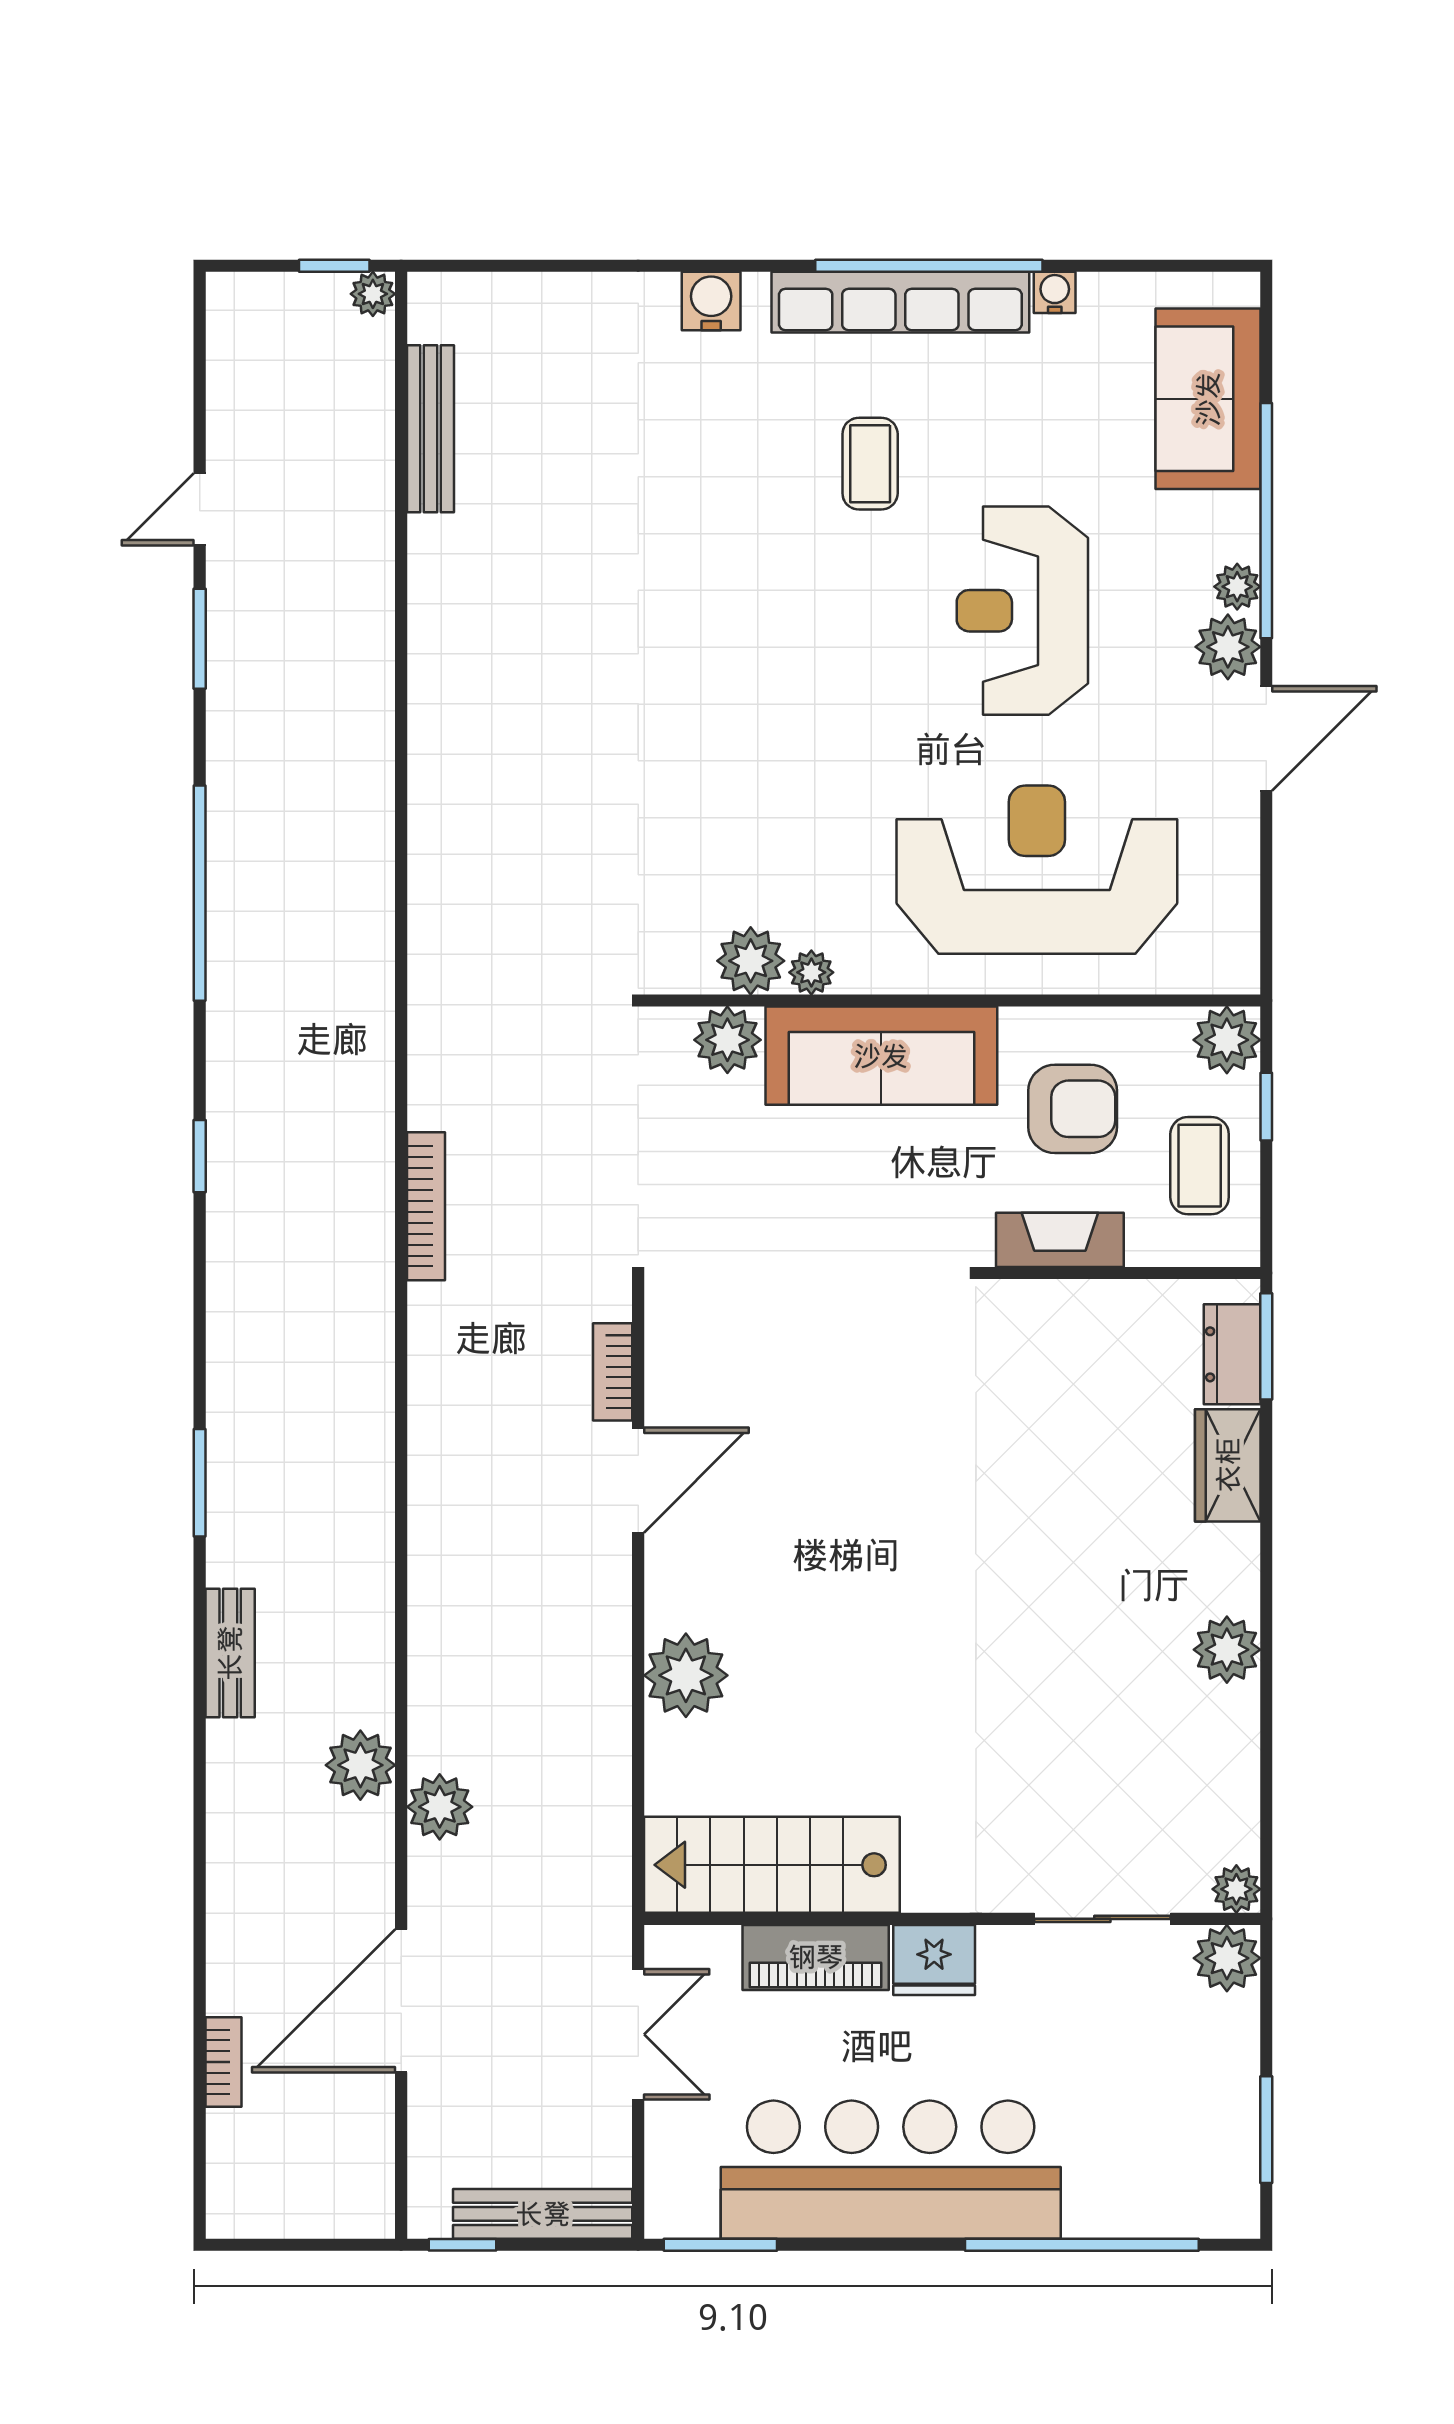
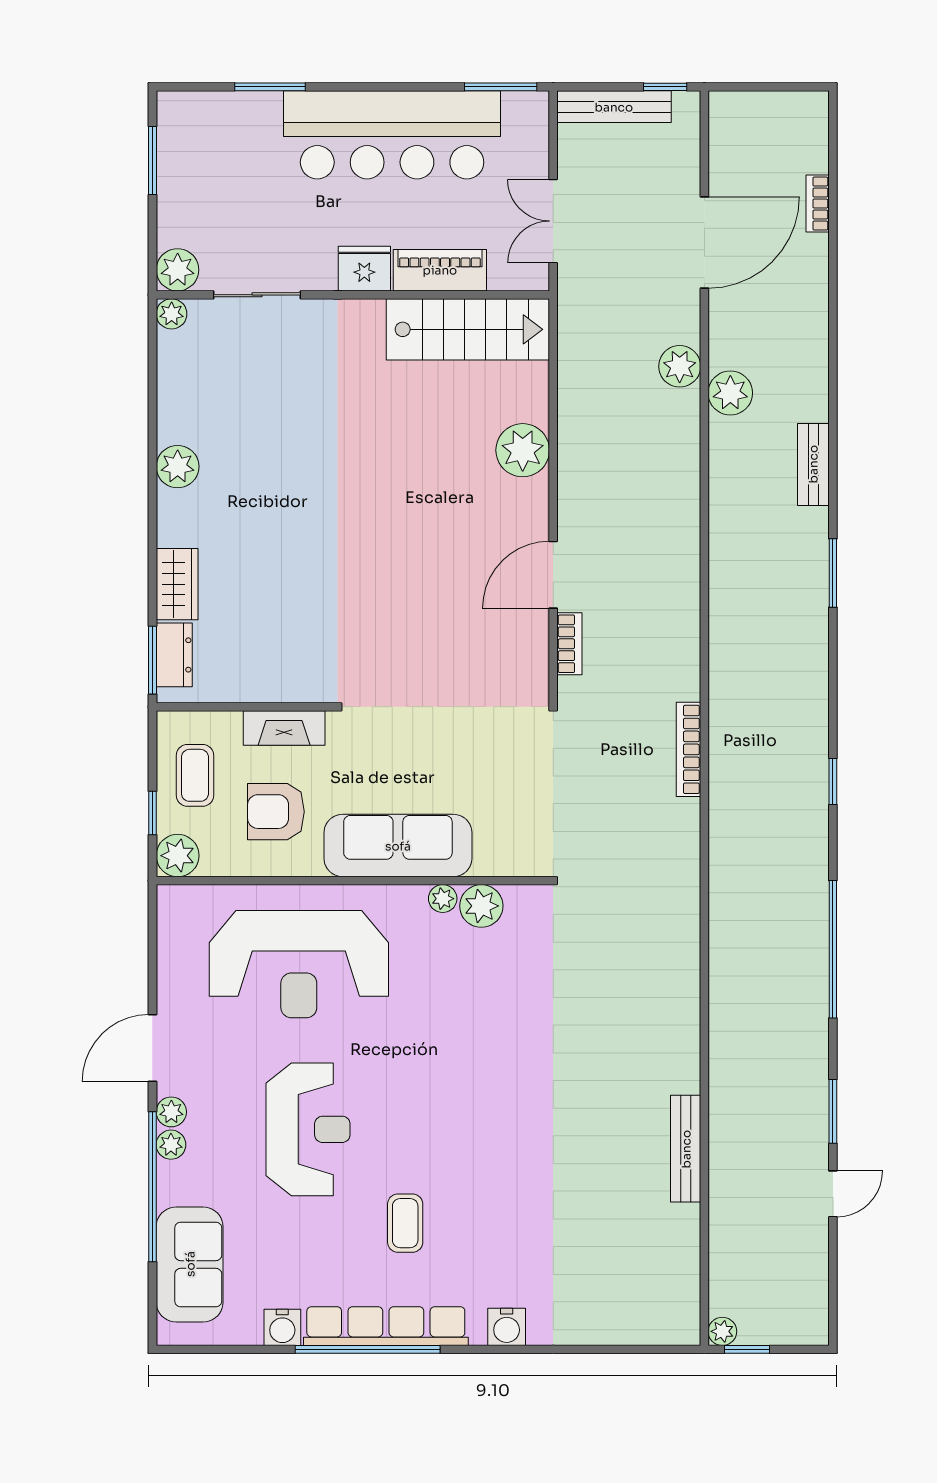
water cooler: (1055, 292) -> (282, 1327), width x1.38, depth x1.38
bench: (430, 429) -> (686, 1149), moved
plant: (1228, 647) -> (171, 1112), width x0.73, depth x0.73
plant: (727, 1040) -> (496, 856), removed
window: (1082, 2245) -> (270, 87), width x0.47

